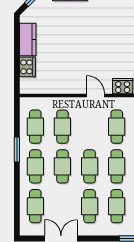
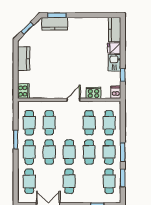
cooker: (27, 67) -> (23, 91), moved
door: (95, 96) -> (73, 100), hinge flipped
cafe table: (117, 206) -> (89, 181), removed

